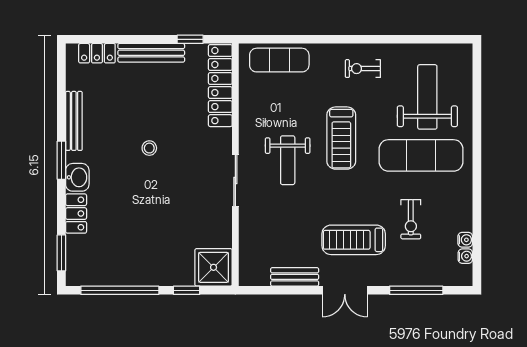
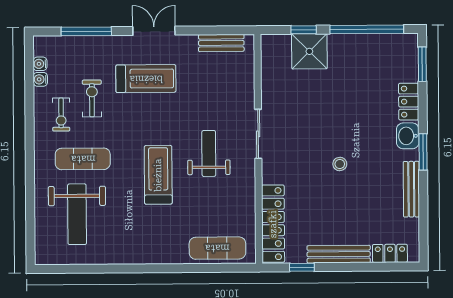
exercise bike: (363, 69) -> (61, 115), moved, turned 90
exercise mat: (421, 155) -> (83, 159), width x0.73, depth x0.69
shower: (214, 267) -> (309, 51), moved
bench: (295, 277) -> (221, 43), moved

